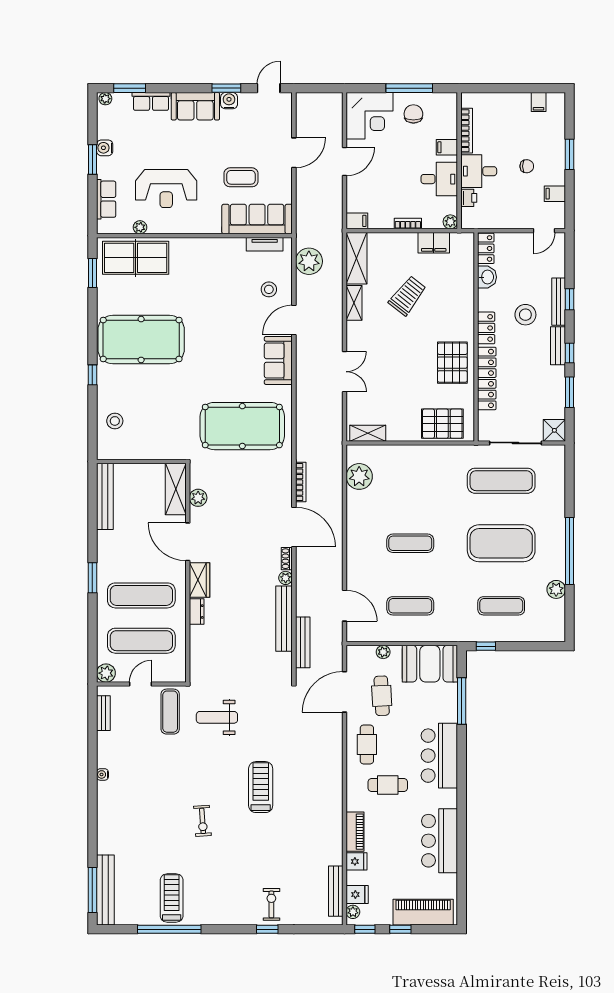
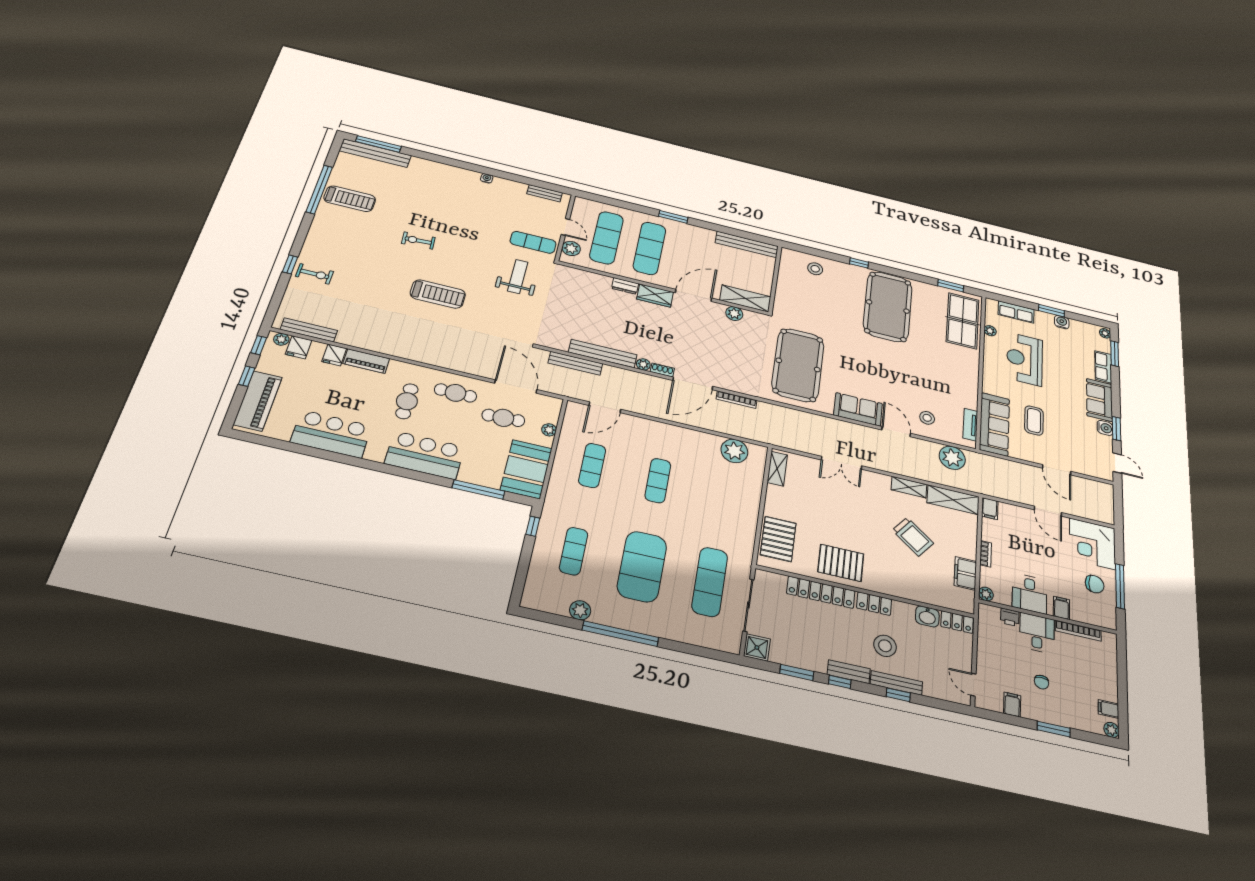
plant: (558, 100) -> (1111, 730), added
plant: (106, 673) -> (571, 248), moved

